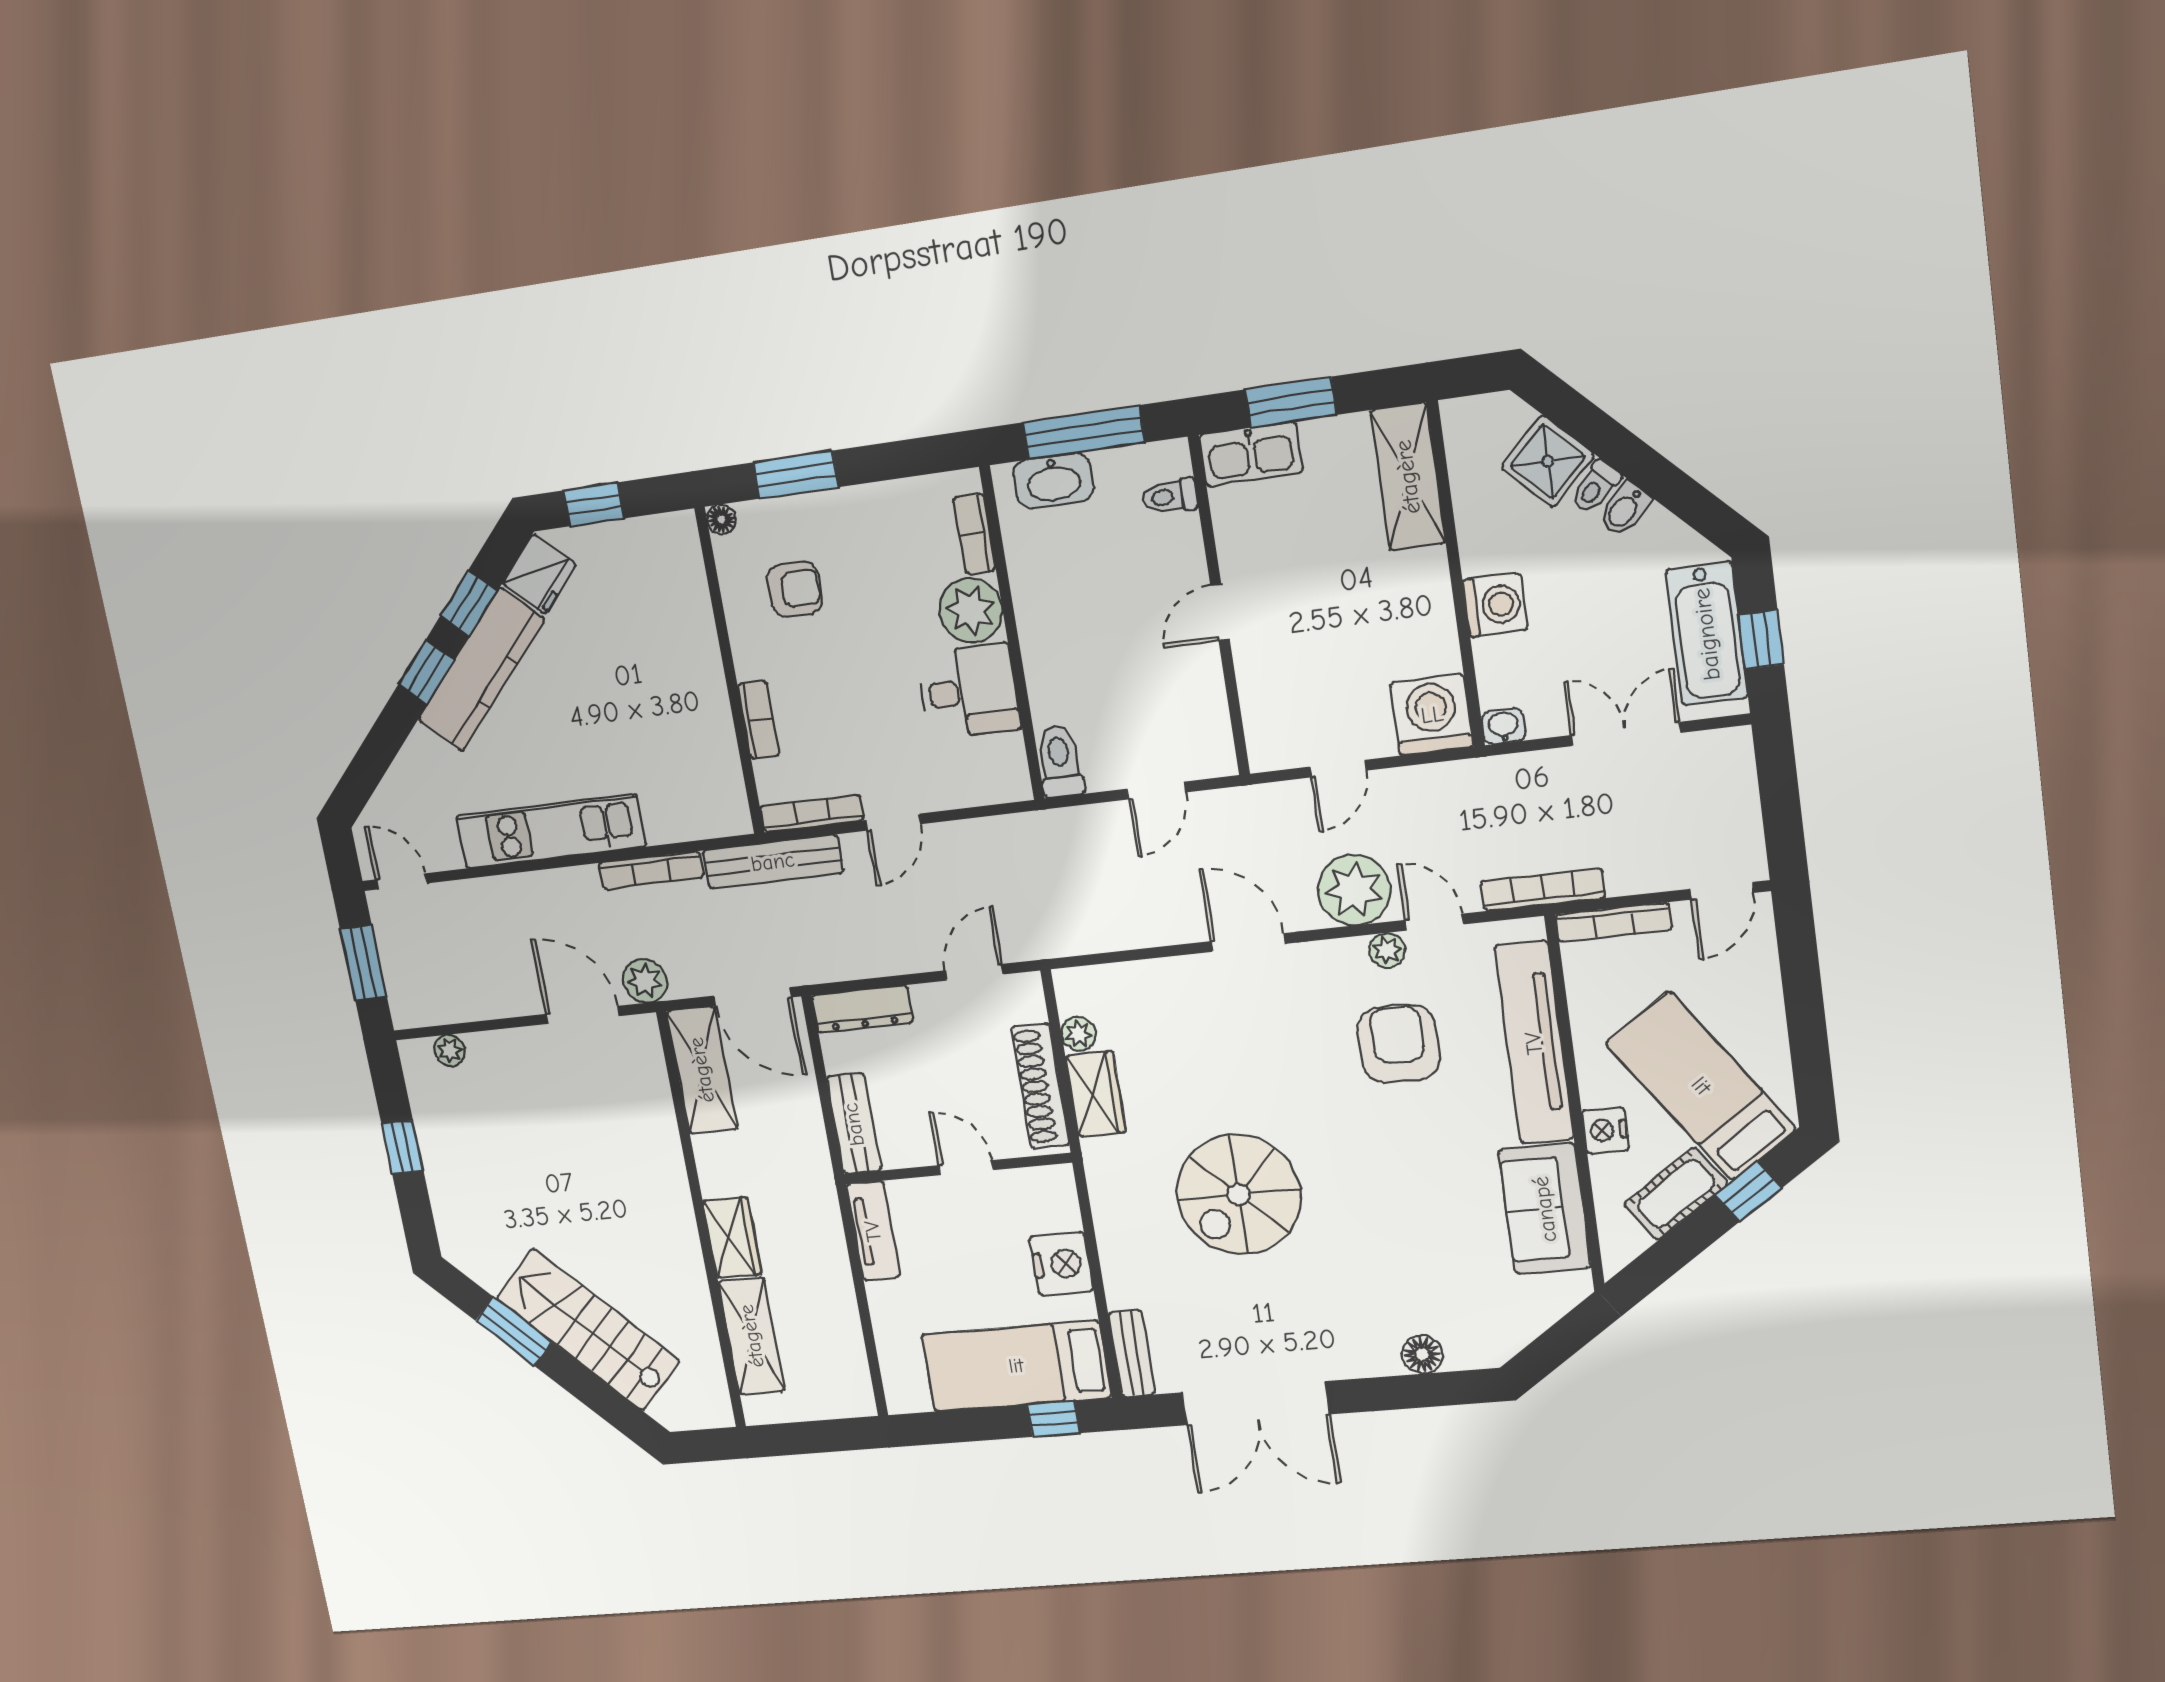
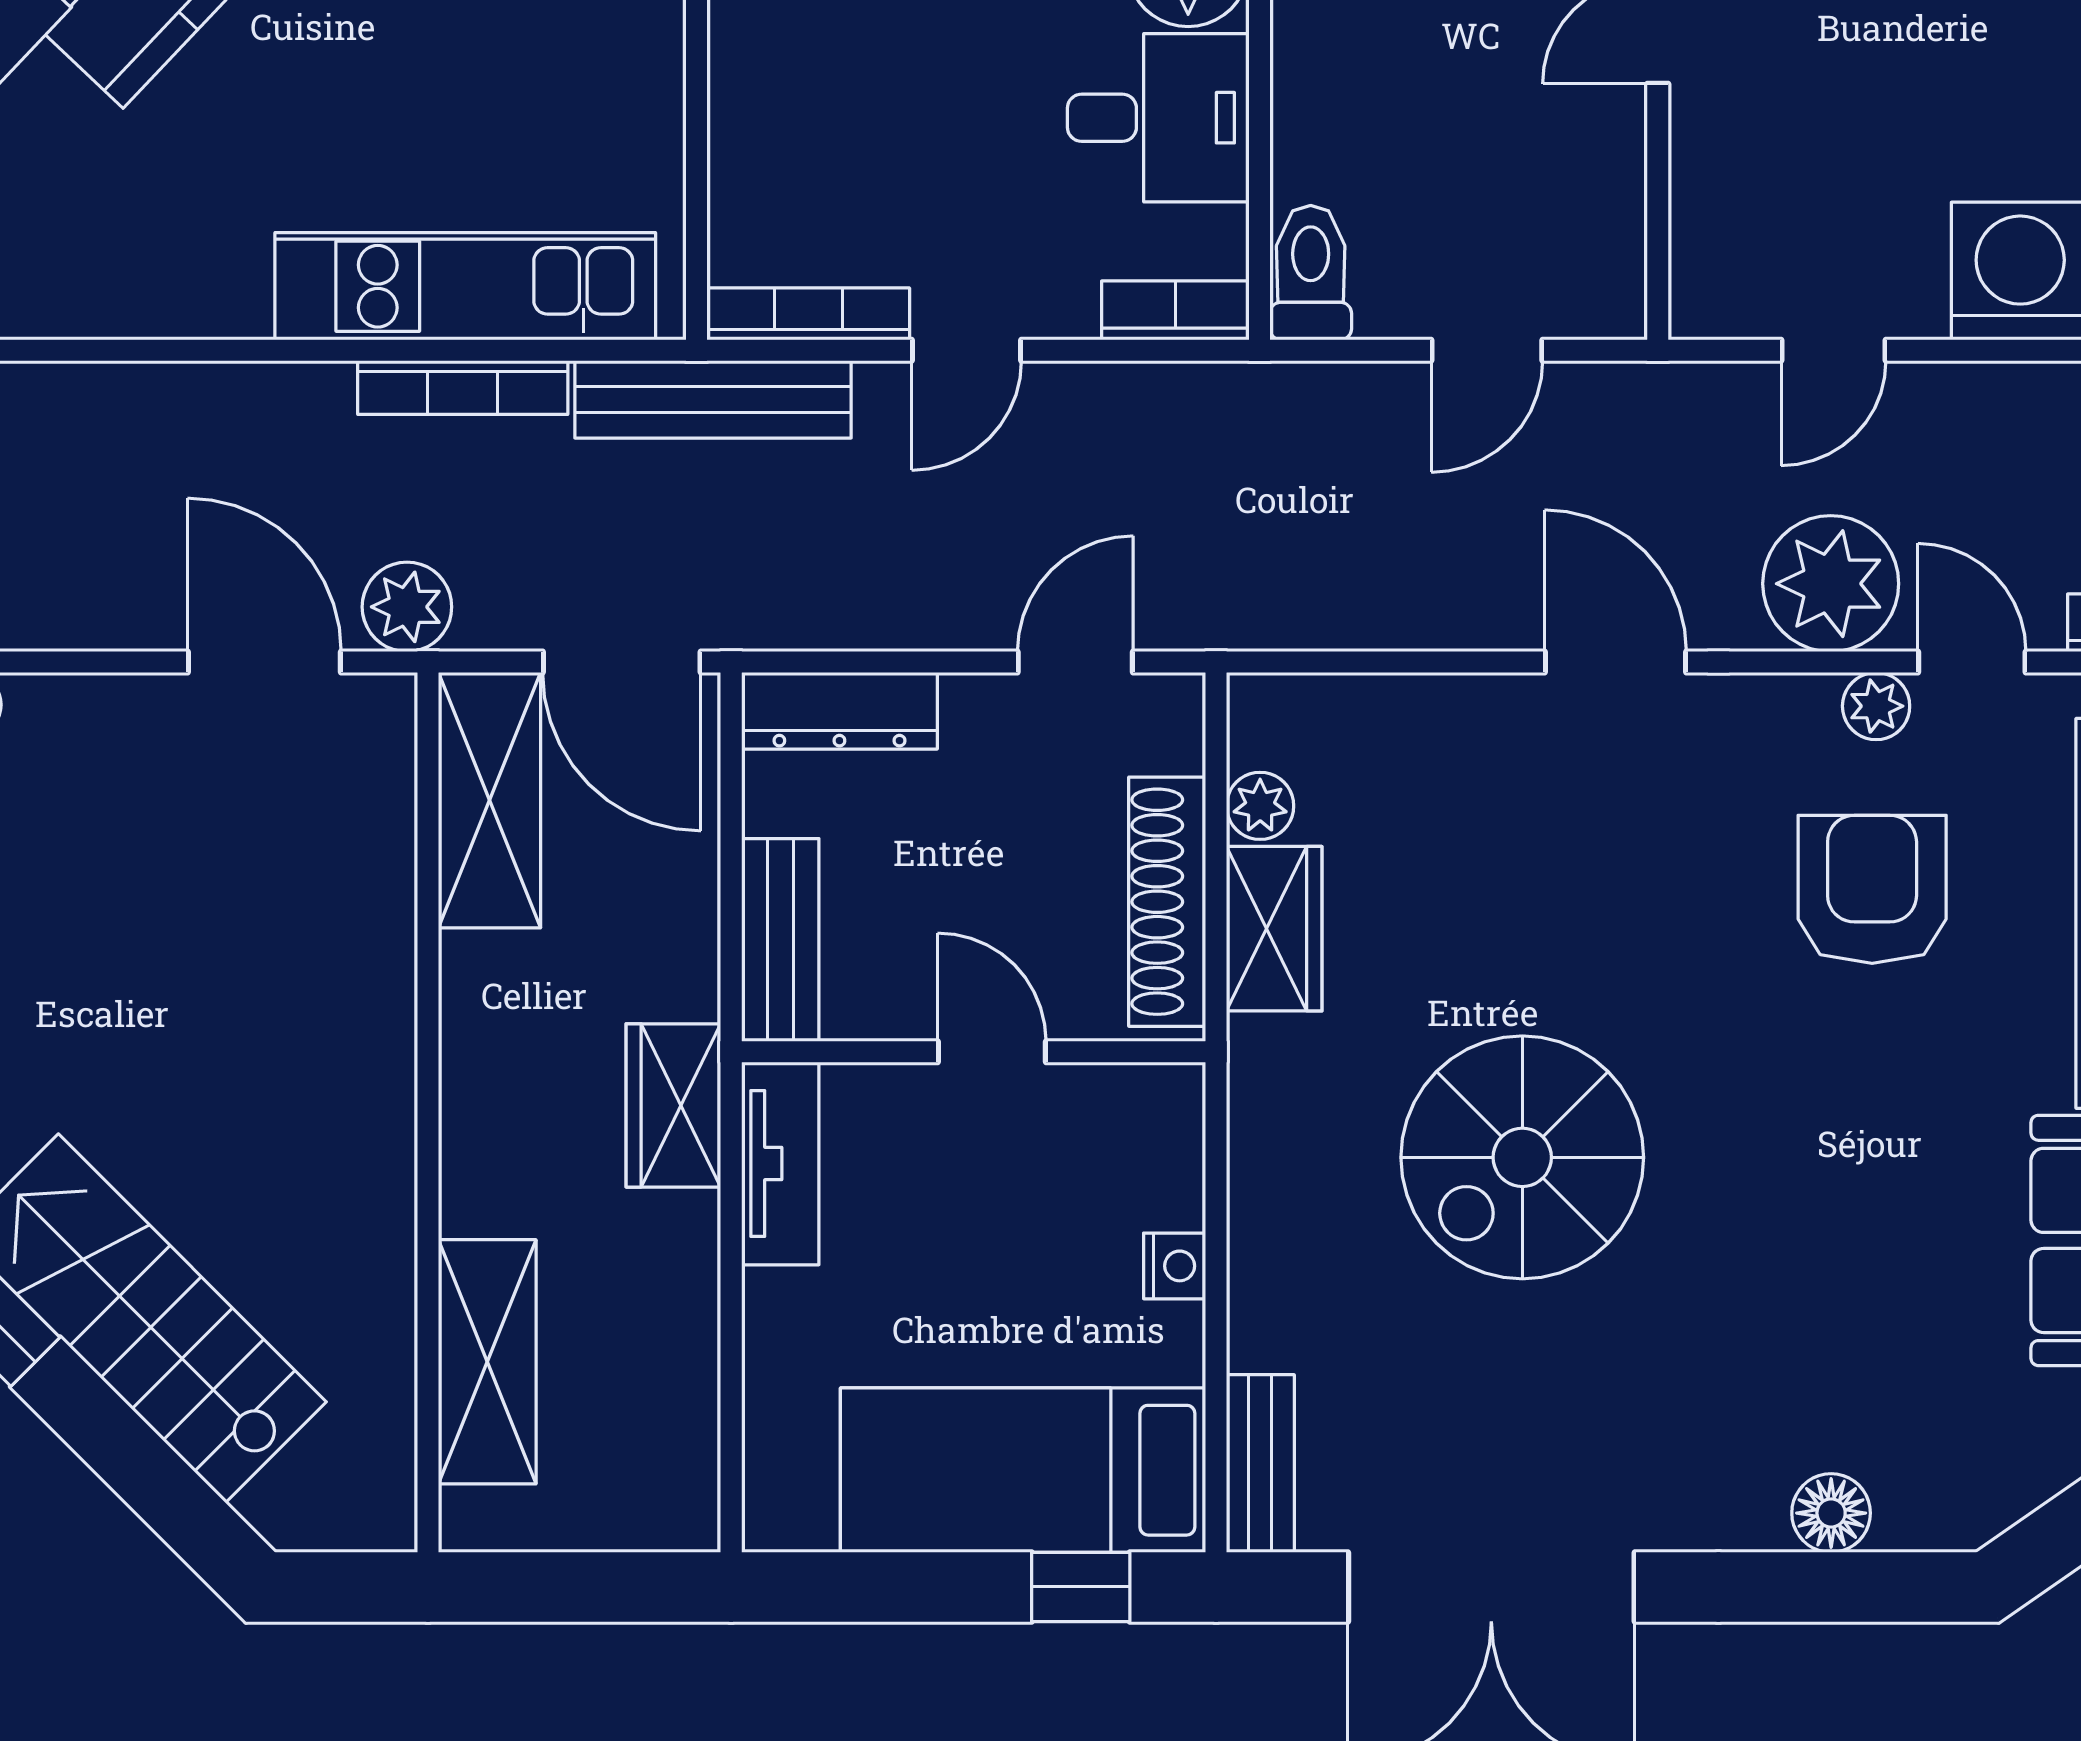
bookcase: (759, 720) -> (1175, 310), moved, turned -90
kitchen unit: (551, 831) -> (465, 286), moved
wardrobe: (732, 1238) -> (673, 1105), moved, turned 180
nightstand: (1061, 1264) -> (1175, 1266), width x0.53, depth x0.56

